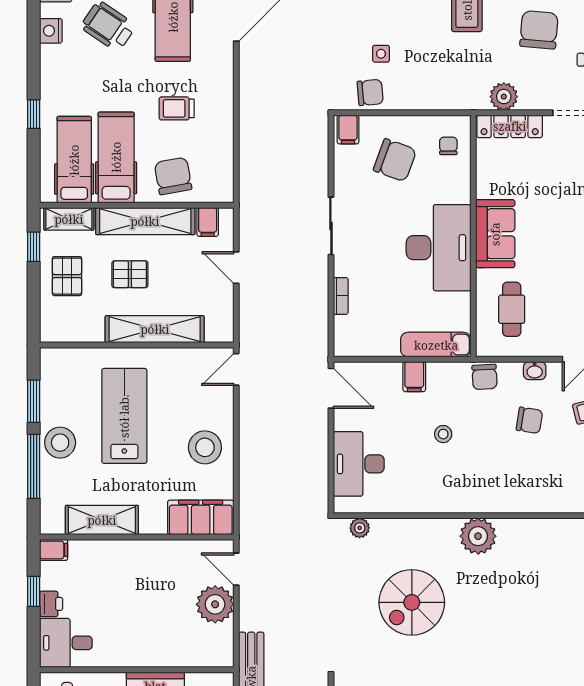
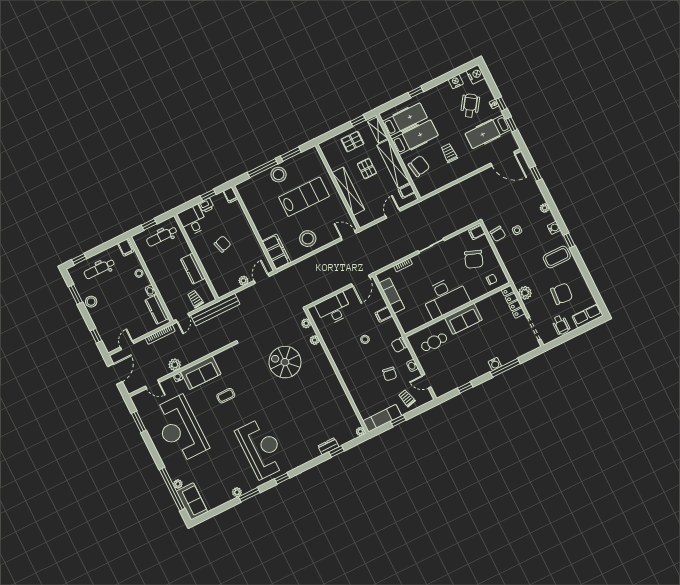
exam couch: (436, 345) -> (392, 296), moved
shelving: (102, 520) -> (254, 209), removed
plant: (478, 536) -> (315, 340), moved, width x0.53, depth x0.53
plant: (215, 604) -> (244, 281), width x0.53, depth x0.53
chair: (137, 610) -> (222, 244), added

